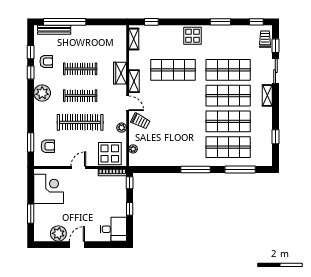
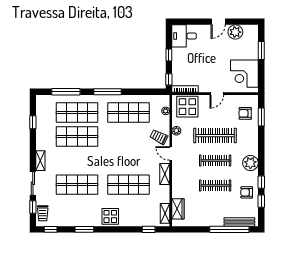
wardrobe: (120, 73) -> (178, 209), moved
shop shelf: (228, 96) -> (128, 112), moved

